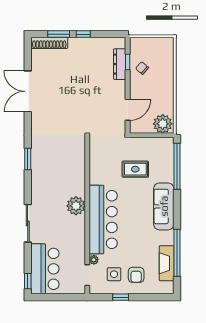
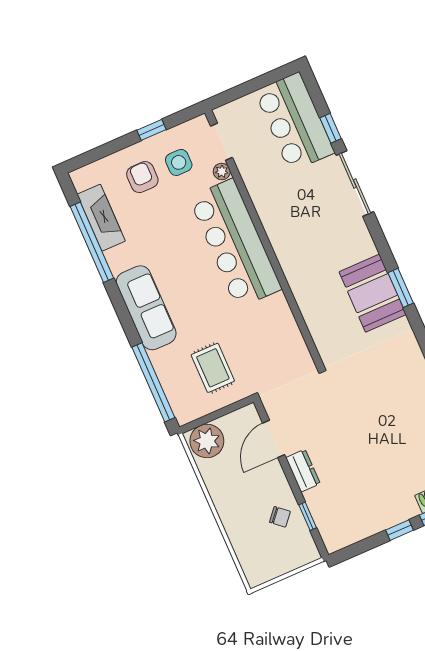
dresser: (120, 64) -> (303, 471), moved, width x0.70
booth: (43, 163) -> (373, 293), added
rug: (135, 169) -> (213, 368), moved, turned 90
plant: (76, 206) -> (289, 246), removed
window: (28, 281) -> (331, 128), moved

